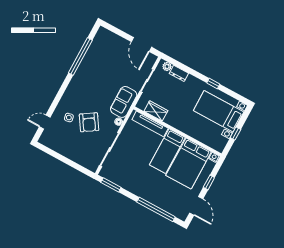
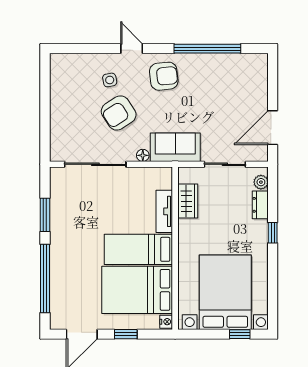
window: (213, 84) -> (273, 233), moved
armchair: (82, 88) -> (164, 76), added
bed with nightstands: (219, 111) -> (225, 292), width x1.36
door: (45, 122) -> (132, 49), moved
tv unit: (150, 124) -> (164, 211), width x0.71
window: (235, 133) -> (240, 334), moved
window: (111, 185) -> (45, 215), moved

